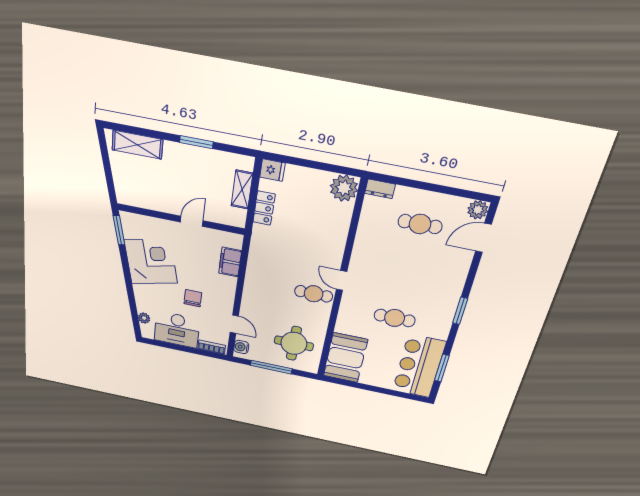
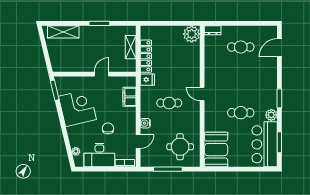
fridge: (272, 170) -> (147, 80), moved
locker: (264, 208) -> (146, 56), width x1.53
plant: (478, 210) -> (271, 115), moved
cafe table: (314, 294) -> (169, 103), moved
door: (234, 324) -> (138, 142), hinge flipped
water cooler: (241, 347) -> (145, 123), moved

